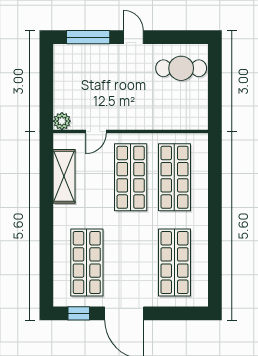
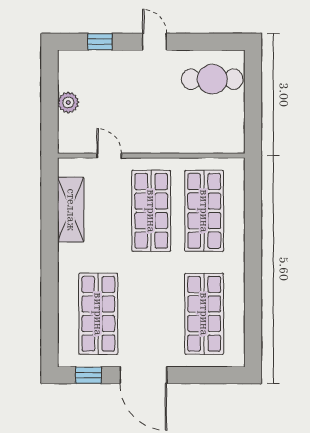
window: (88, 37) -> (100, 42), width x0.46
plant: (62, 121) -> (68, 102), moved
door: (96, 131) -> (109, 156), swing flipped

